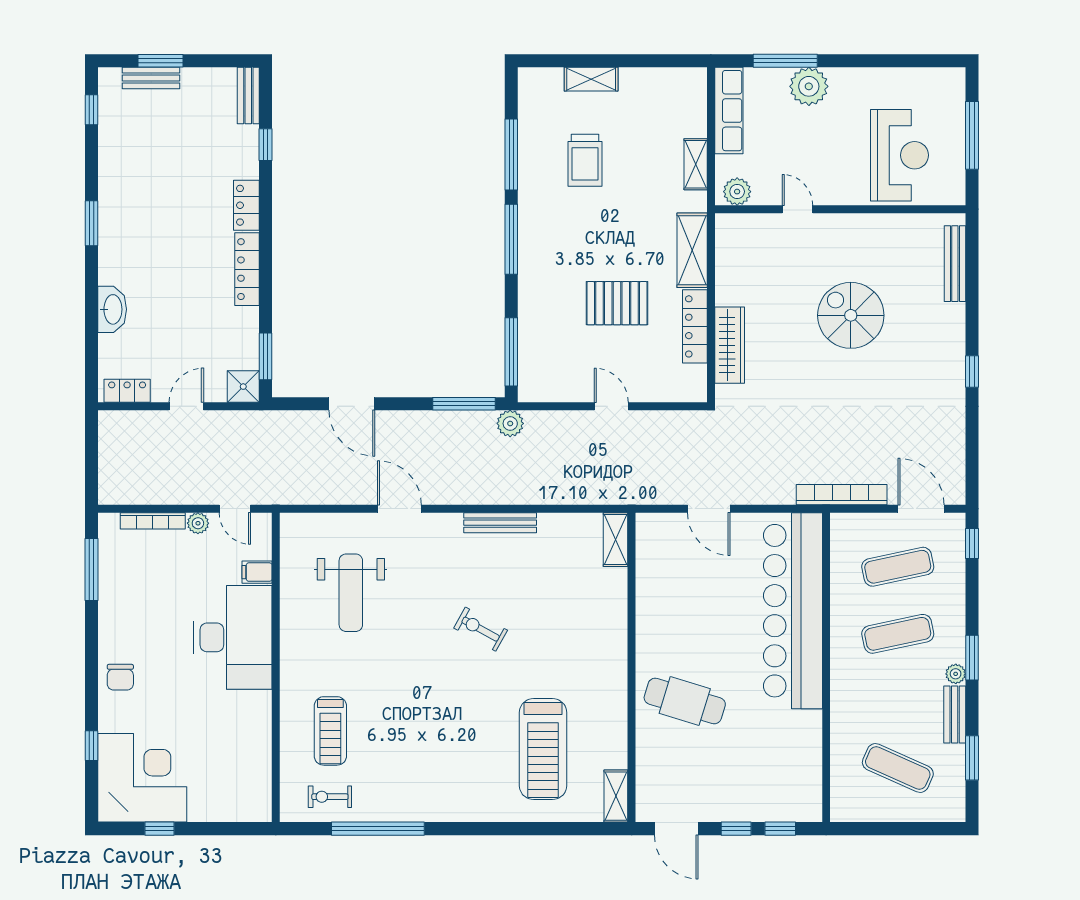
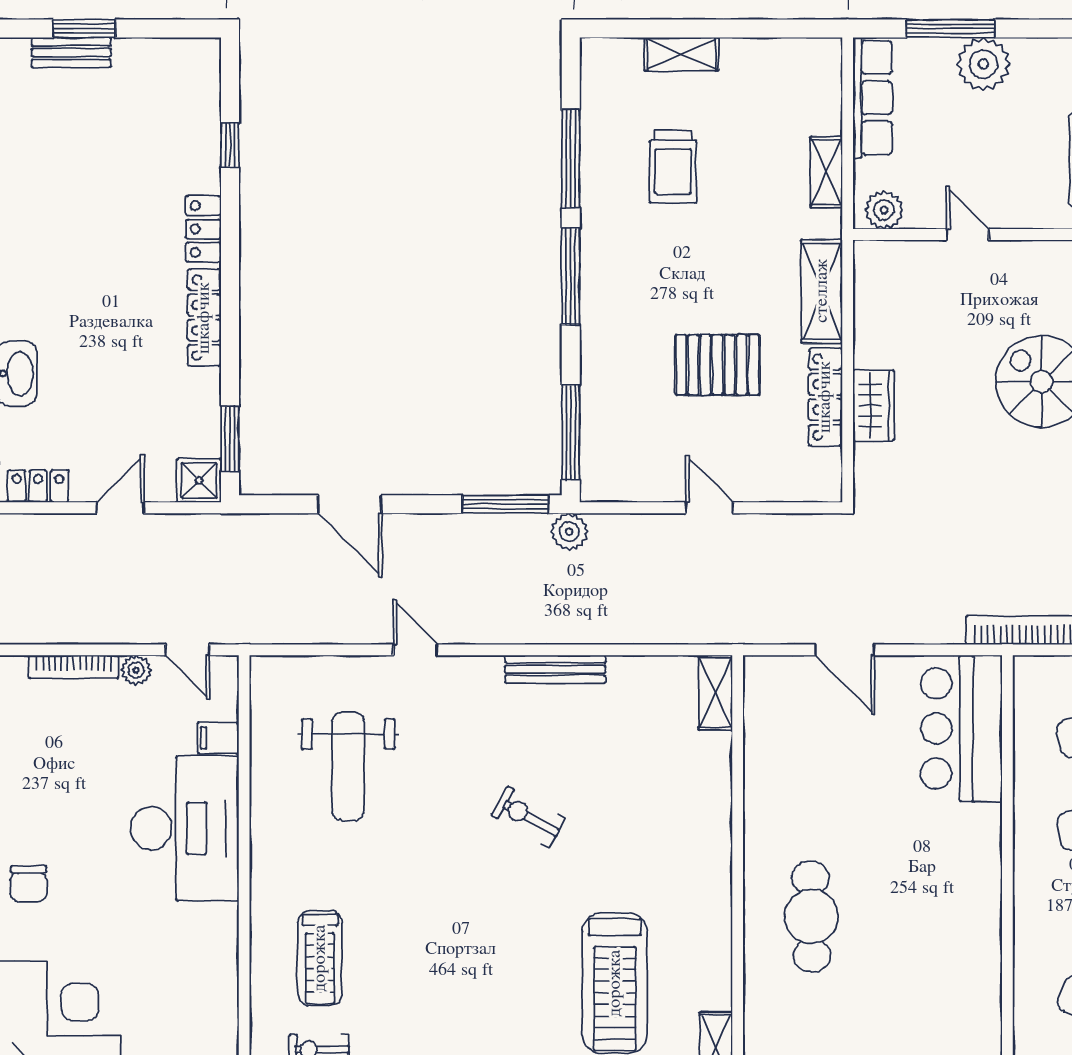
bench: (248, 96) -> (206, 77), removed
wardrobe: (730, 345) -> (874, 405), width x0.67
door: (399, 509) -> (416, 650), width x0.73
bar counter: (793, 611) -> (961, 728), width x0.54
cafe table: (685, 701) -> (811, 917), turned 72

